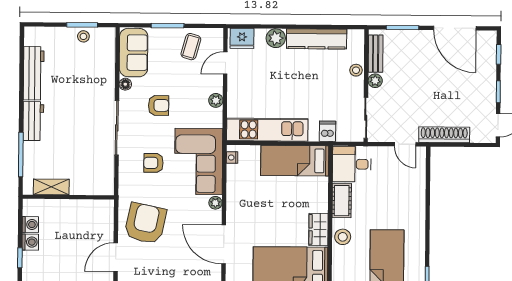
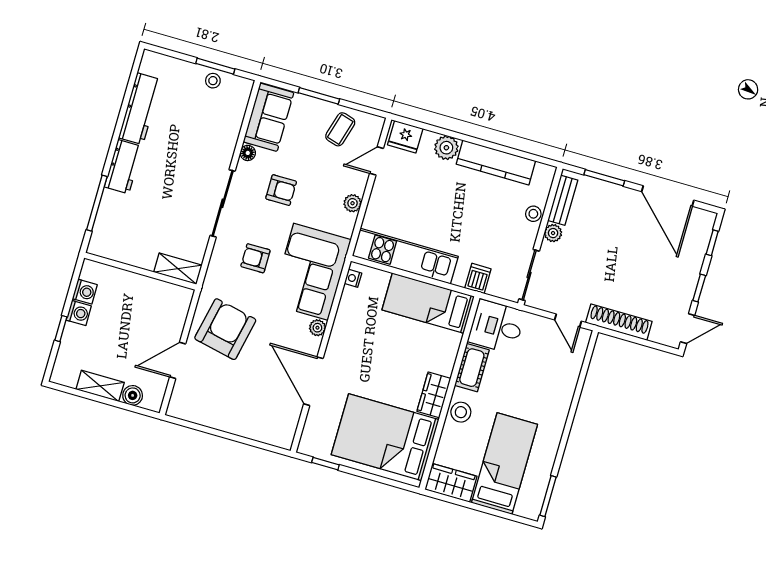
shelving: (51, 187) -> (178, 269), moved

